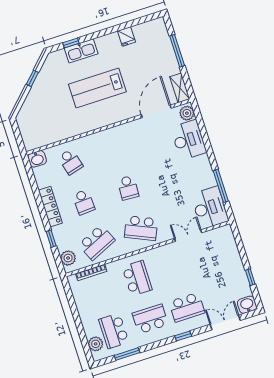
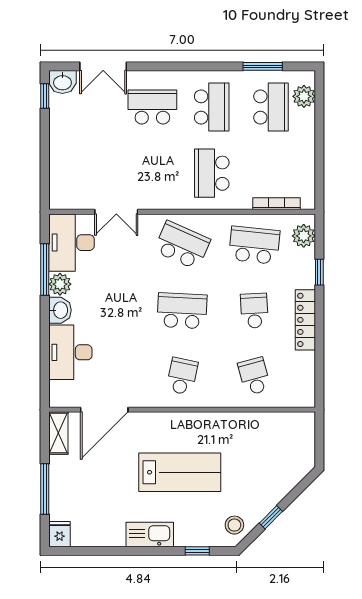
fridge: (126, 36) -> (60, 534), moved
kitchen sink: (81, 51) -> (150, 535), moved
stool: (53, 66) -> (234, 525), added
plant: (187, 113) -> (60, 284), moved
school desk: (115, 147) -> (182, 376), added
washbasin: (37, 159) -> (60, 310), moved, turned 90
school desk: (128, 188) -> (182, 311), width x1.85
school desk: (97, 242) -> (254, 245), turned 30
window: (250, 277) -> (45, 96), moved
school desk: (150, 319) -> (212, 107), turned -90
window: (183, 336) -> (171, 66), removed

